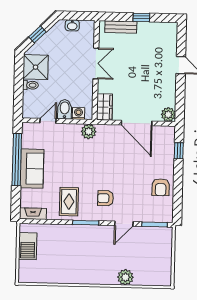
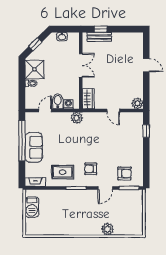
window: (141, 17) -> (101, 29), moved
door: (137, 123) -> (113, 110), width x0.53
armchair: (161, 187) -> (124, 173), moved, turned -90
rug: (69, 202) -> (63, 172), turned 90

